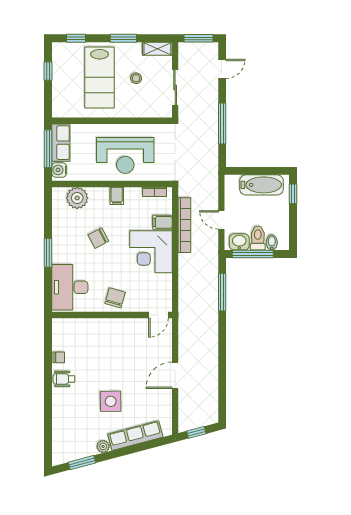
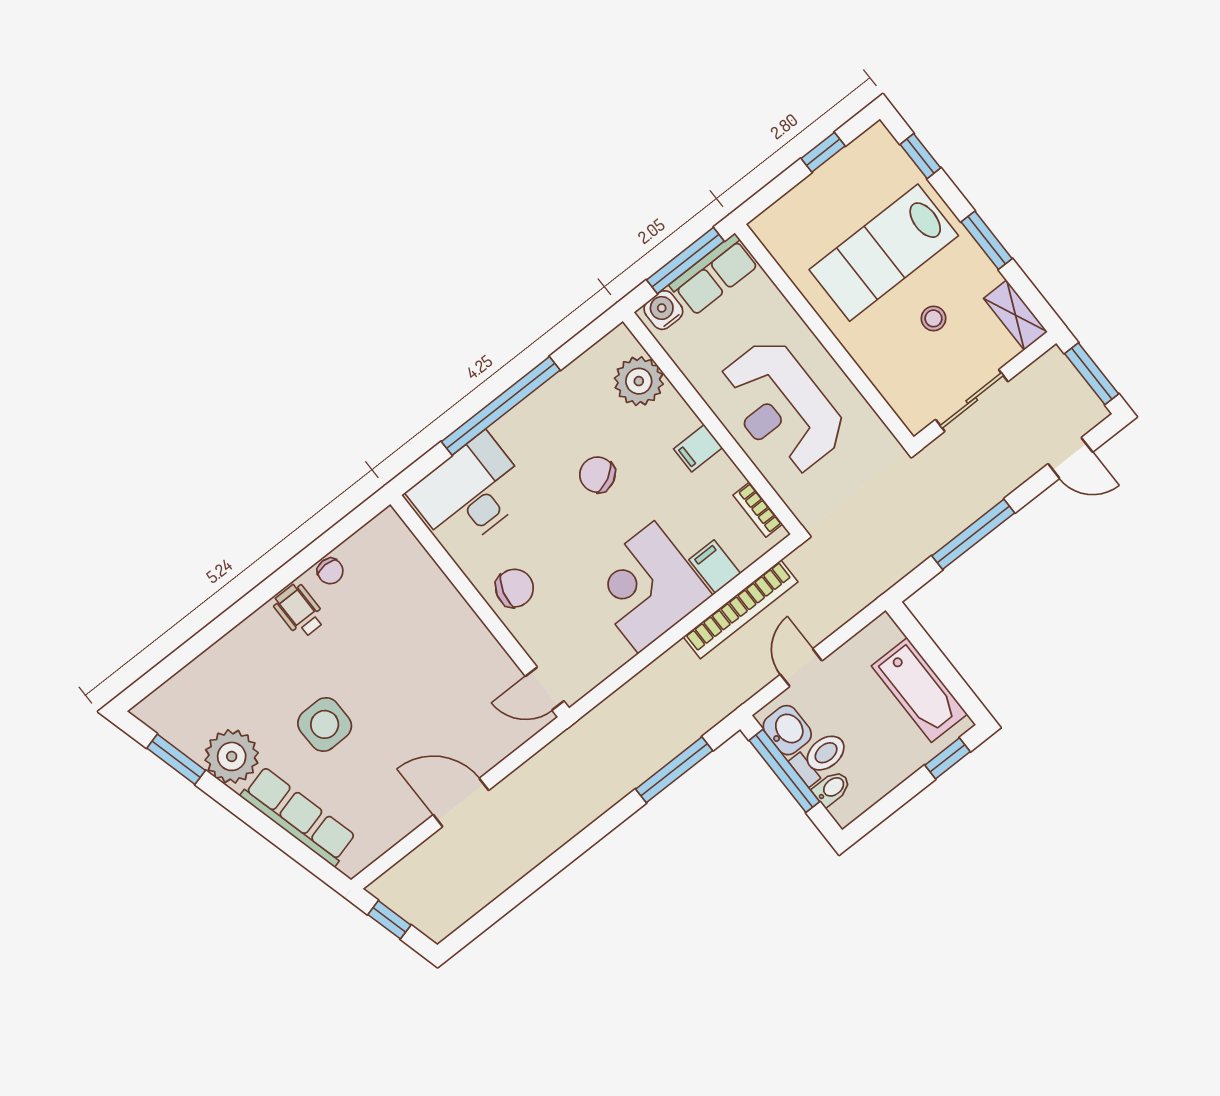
window: (48, 253) -> (501, 406), width x2.11
plant: (103, 446) -> (232, 756), width x1.87, depth x1.87

